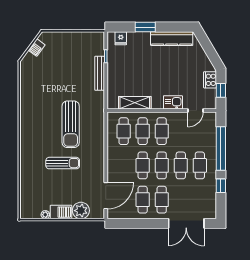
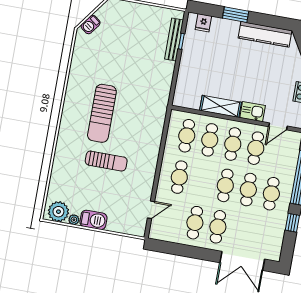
barbecue: (37, 47) -> (91, 24), moved
bench: (100, 73) -> (174, 39), moved
shelving: (135, 103) -> (221, 106), moved
sun lounger: (71, 124) -> (102, 113), moved
cafe table: (181, 131) -> (256, 148), added
cafe table: (143, 165) -> (179, 177), moved
door: (106, 196) -> (151, 210), width x0.53
plant: (81, 211) -> (58, 212), moved

